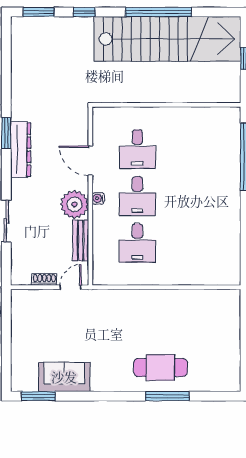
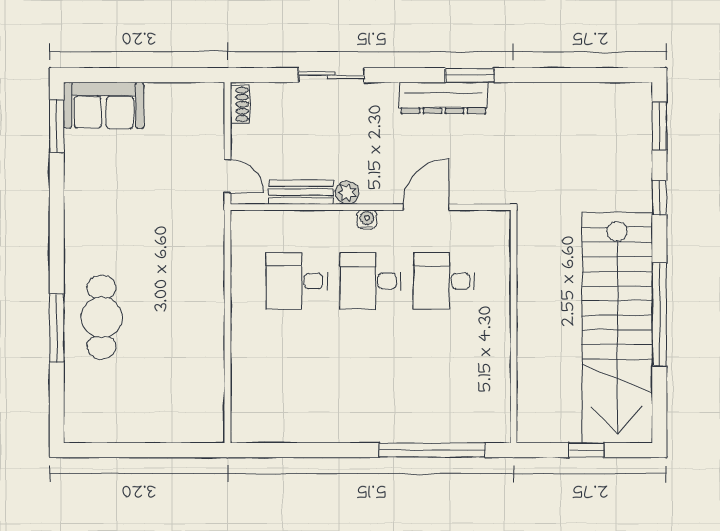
plant: (74, 204) -> (347, 193), width x0.53, depth x0.53
shoe rack: (44, 279) -> (240, 104), moved
sofa: (64, 377) -> (104, 105), moved, turned 90

